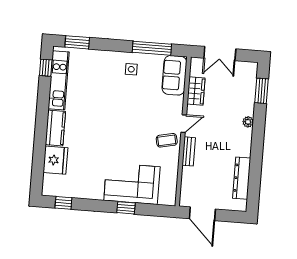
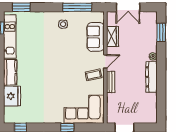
sofa: (174, 75) -> (96, 37), moved
dresser: (242, 178) -> (151, 77), moved
corner sofa: (132, 184) -> (84, 109), moved

